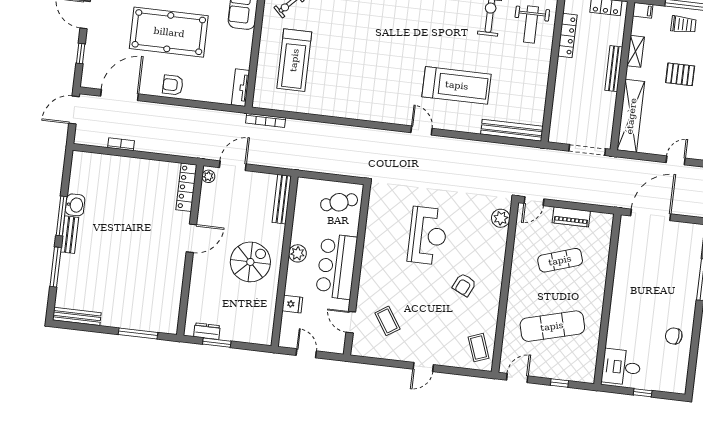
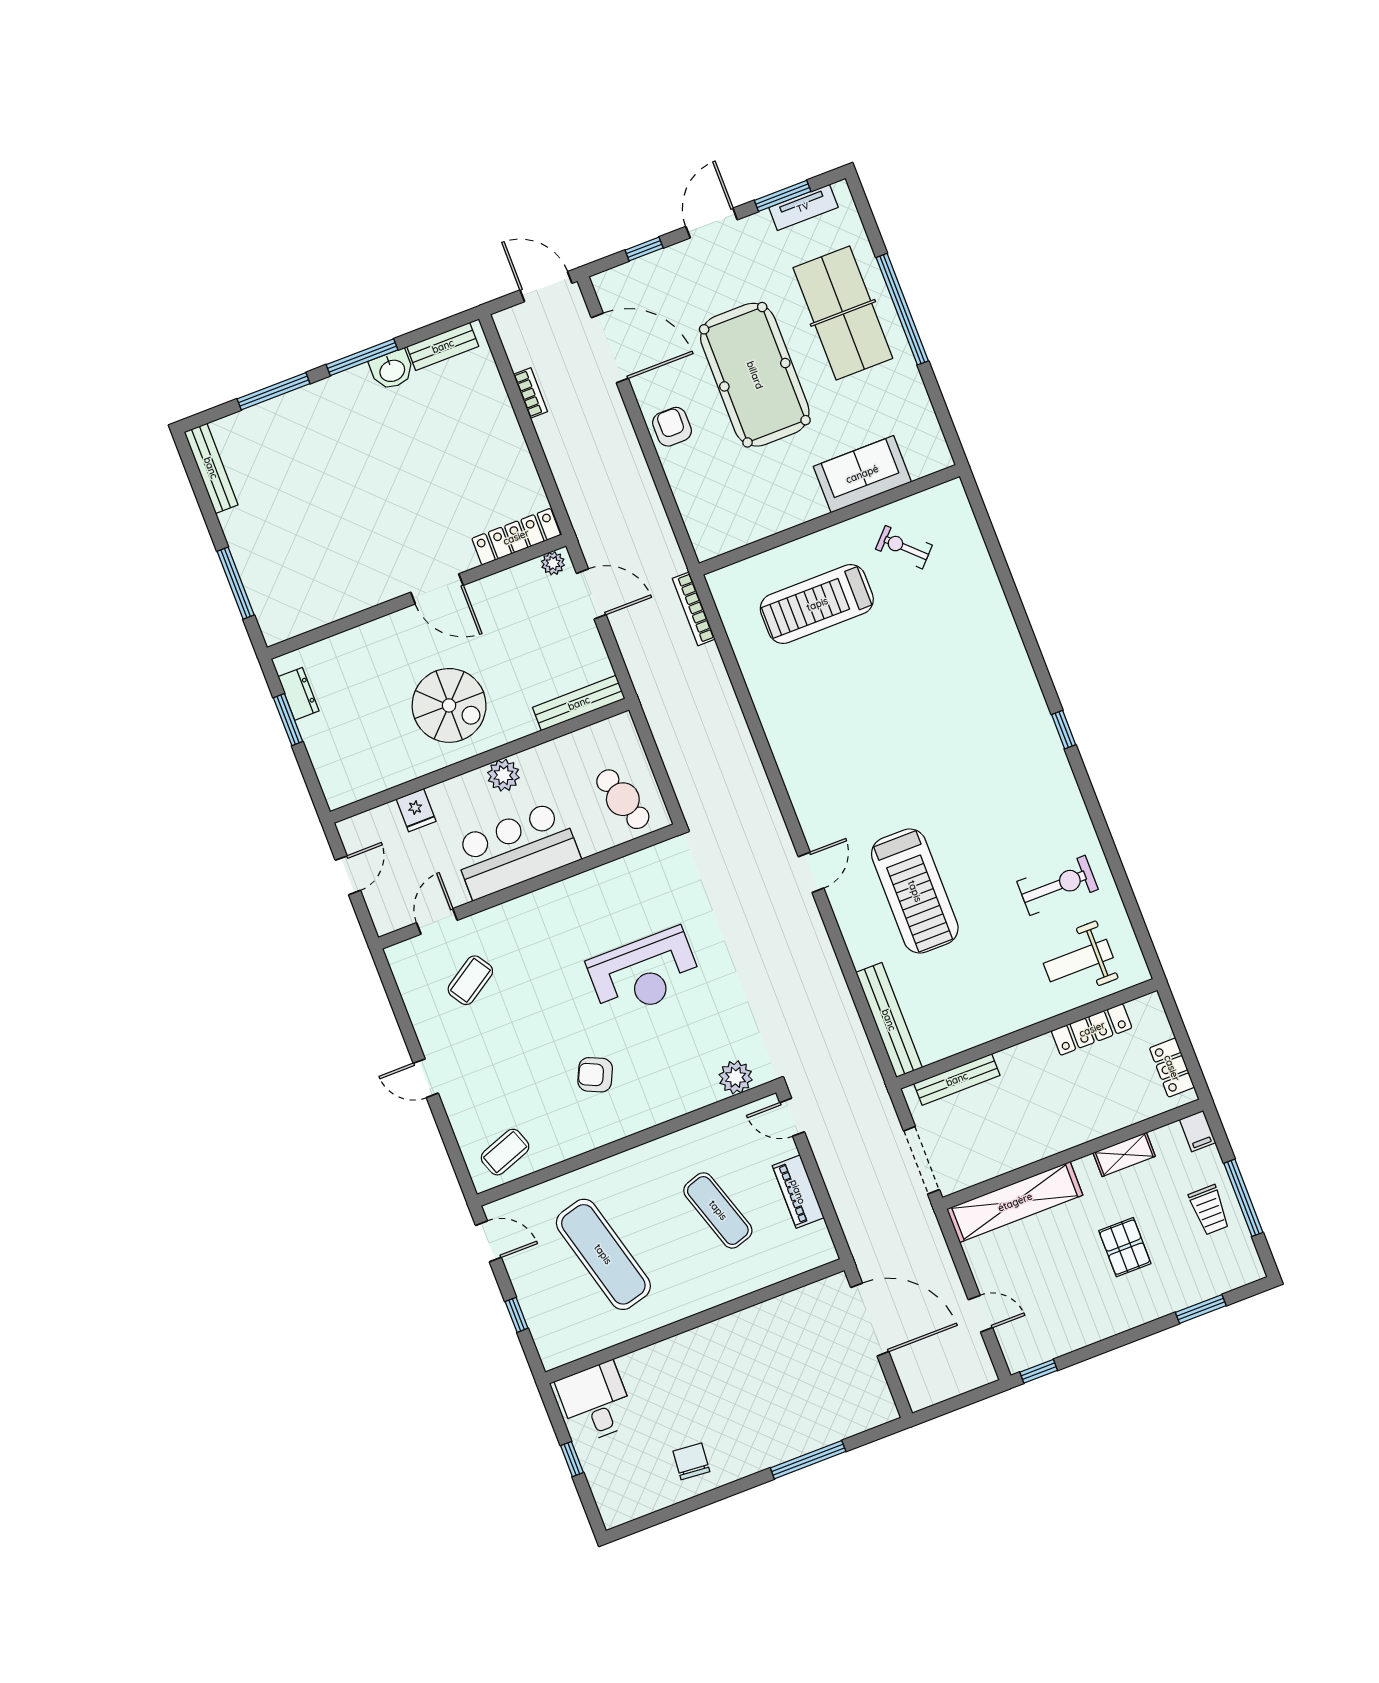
bench: (614, 69) -> (957, 1079), moved
tv unit: (240, 88) -> (726, 540), removed
bench: (70, 235) -> (443, 346), moved

